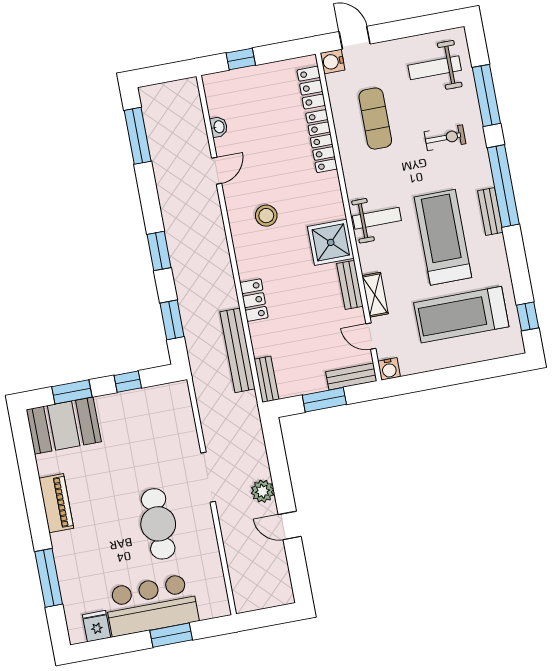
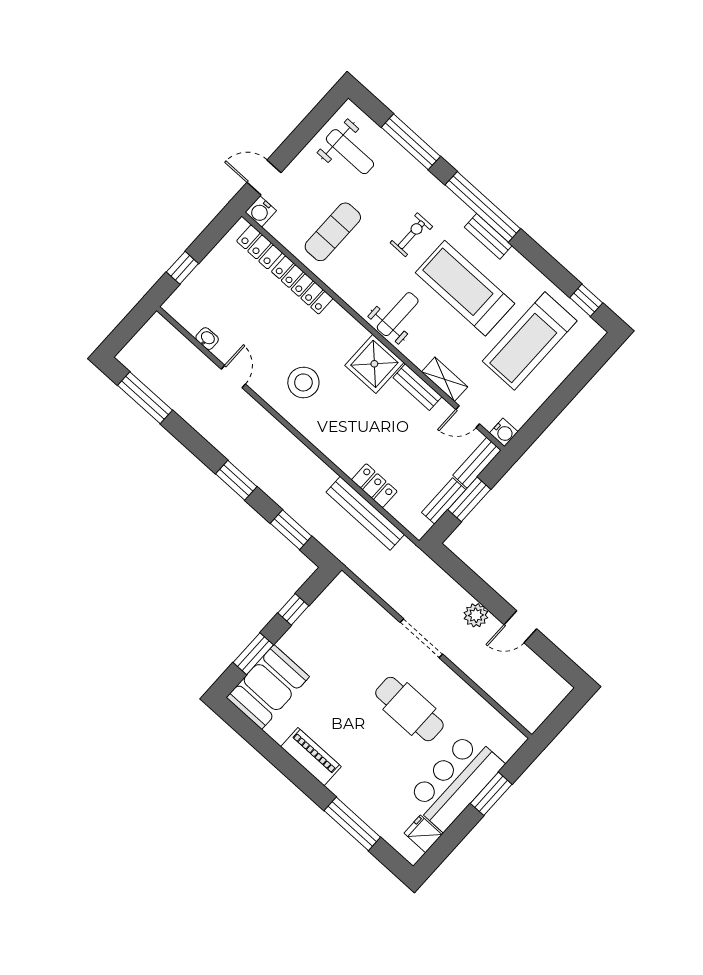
weight bench: (435, 68) -> (350, 152), turned -90
exercise mat: (375, 119) -> (333, 232), turned 90
exercise bike: (445, 138) -> (411, 235), moved
stool: (266, 216) -> (303, 382), width x1.38, depth x1.38
locker: (254, 300) -> (374, 486), moved
bench: (266, 379) -> (444, 501), moved, turned 90

